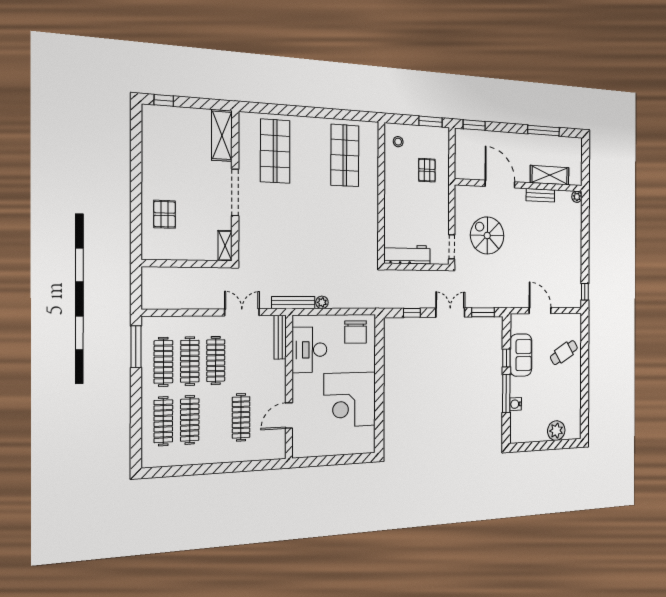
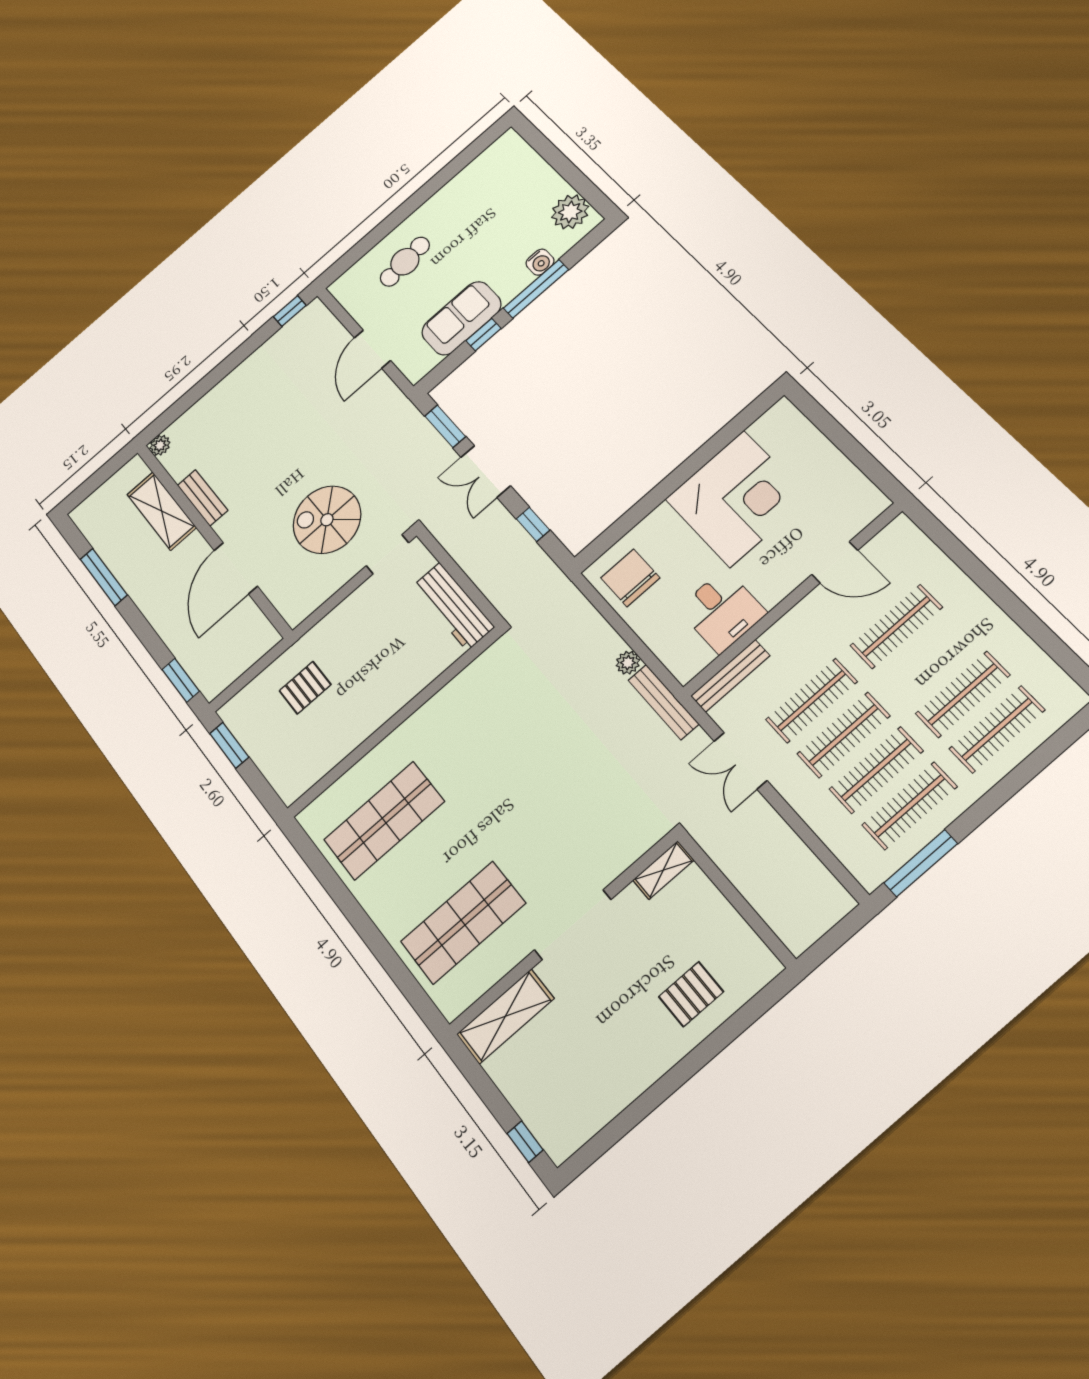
stool: (398, 142) -> (299, 764), removed
spiral stairs: (487, 235) -> (327, 520), turned 90
chair: (356, 332) -> (630, 578), turned -90
desk: (309, 350) -> (722, 611), width x0.73
cafe table: (564, 353) -> (405, 262), turned -65
clothes rail: (241, 360) -> (811, 701), added
plant: (556, 431) -> (570, 212), moved

